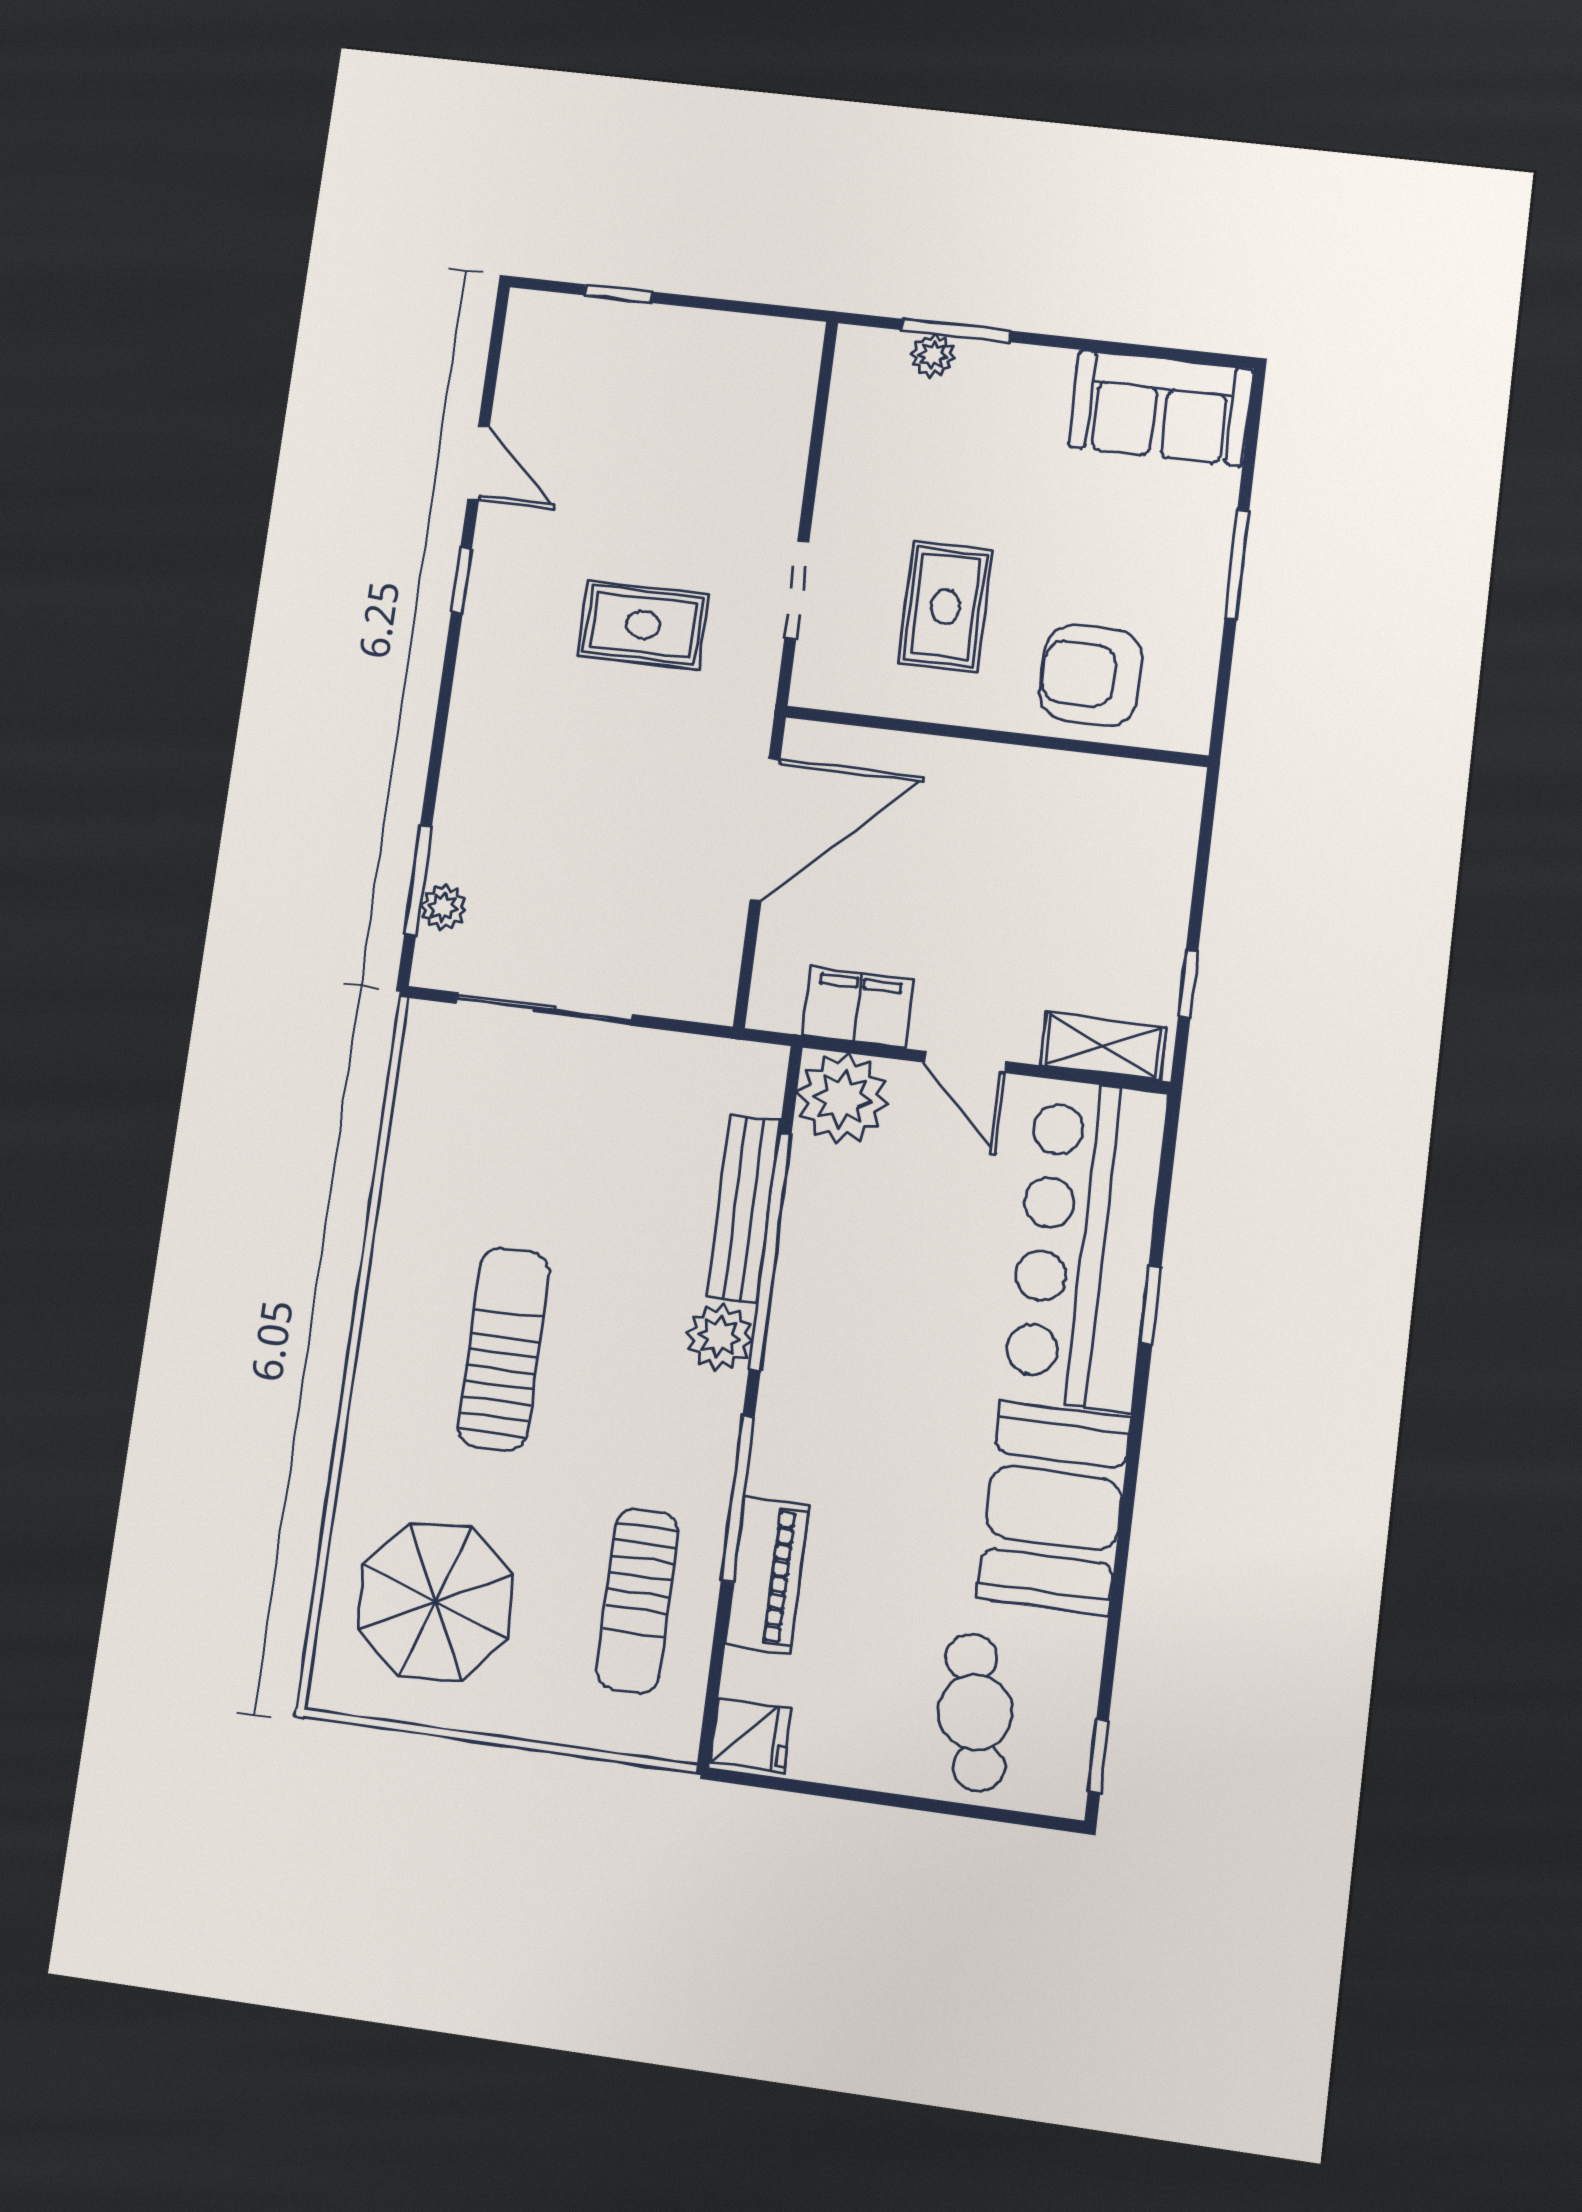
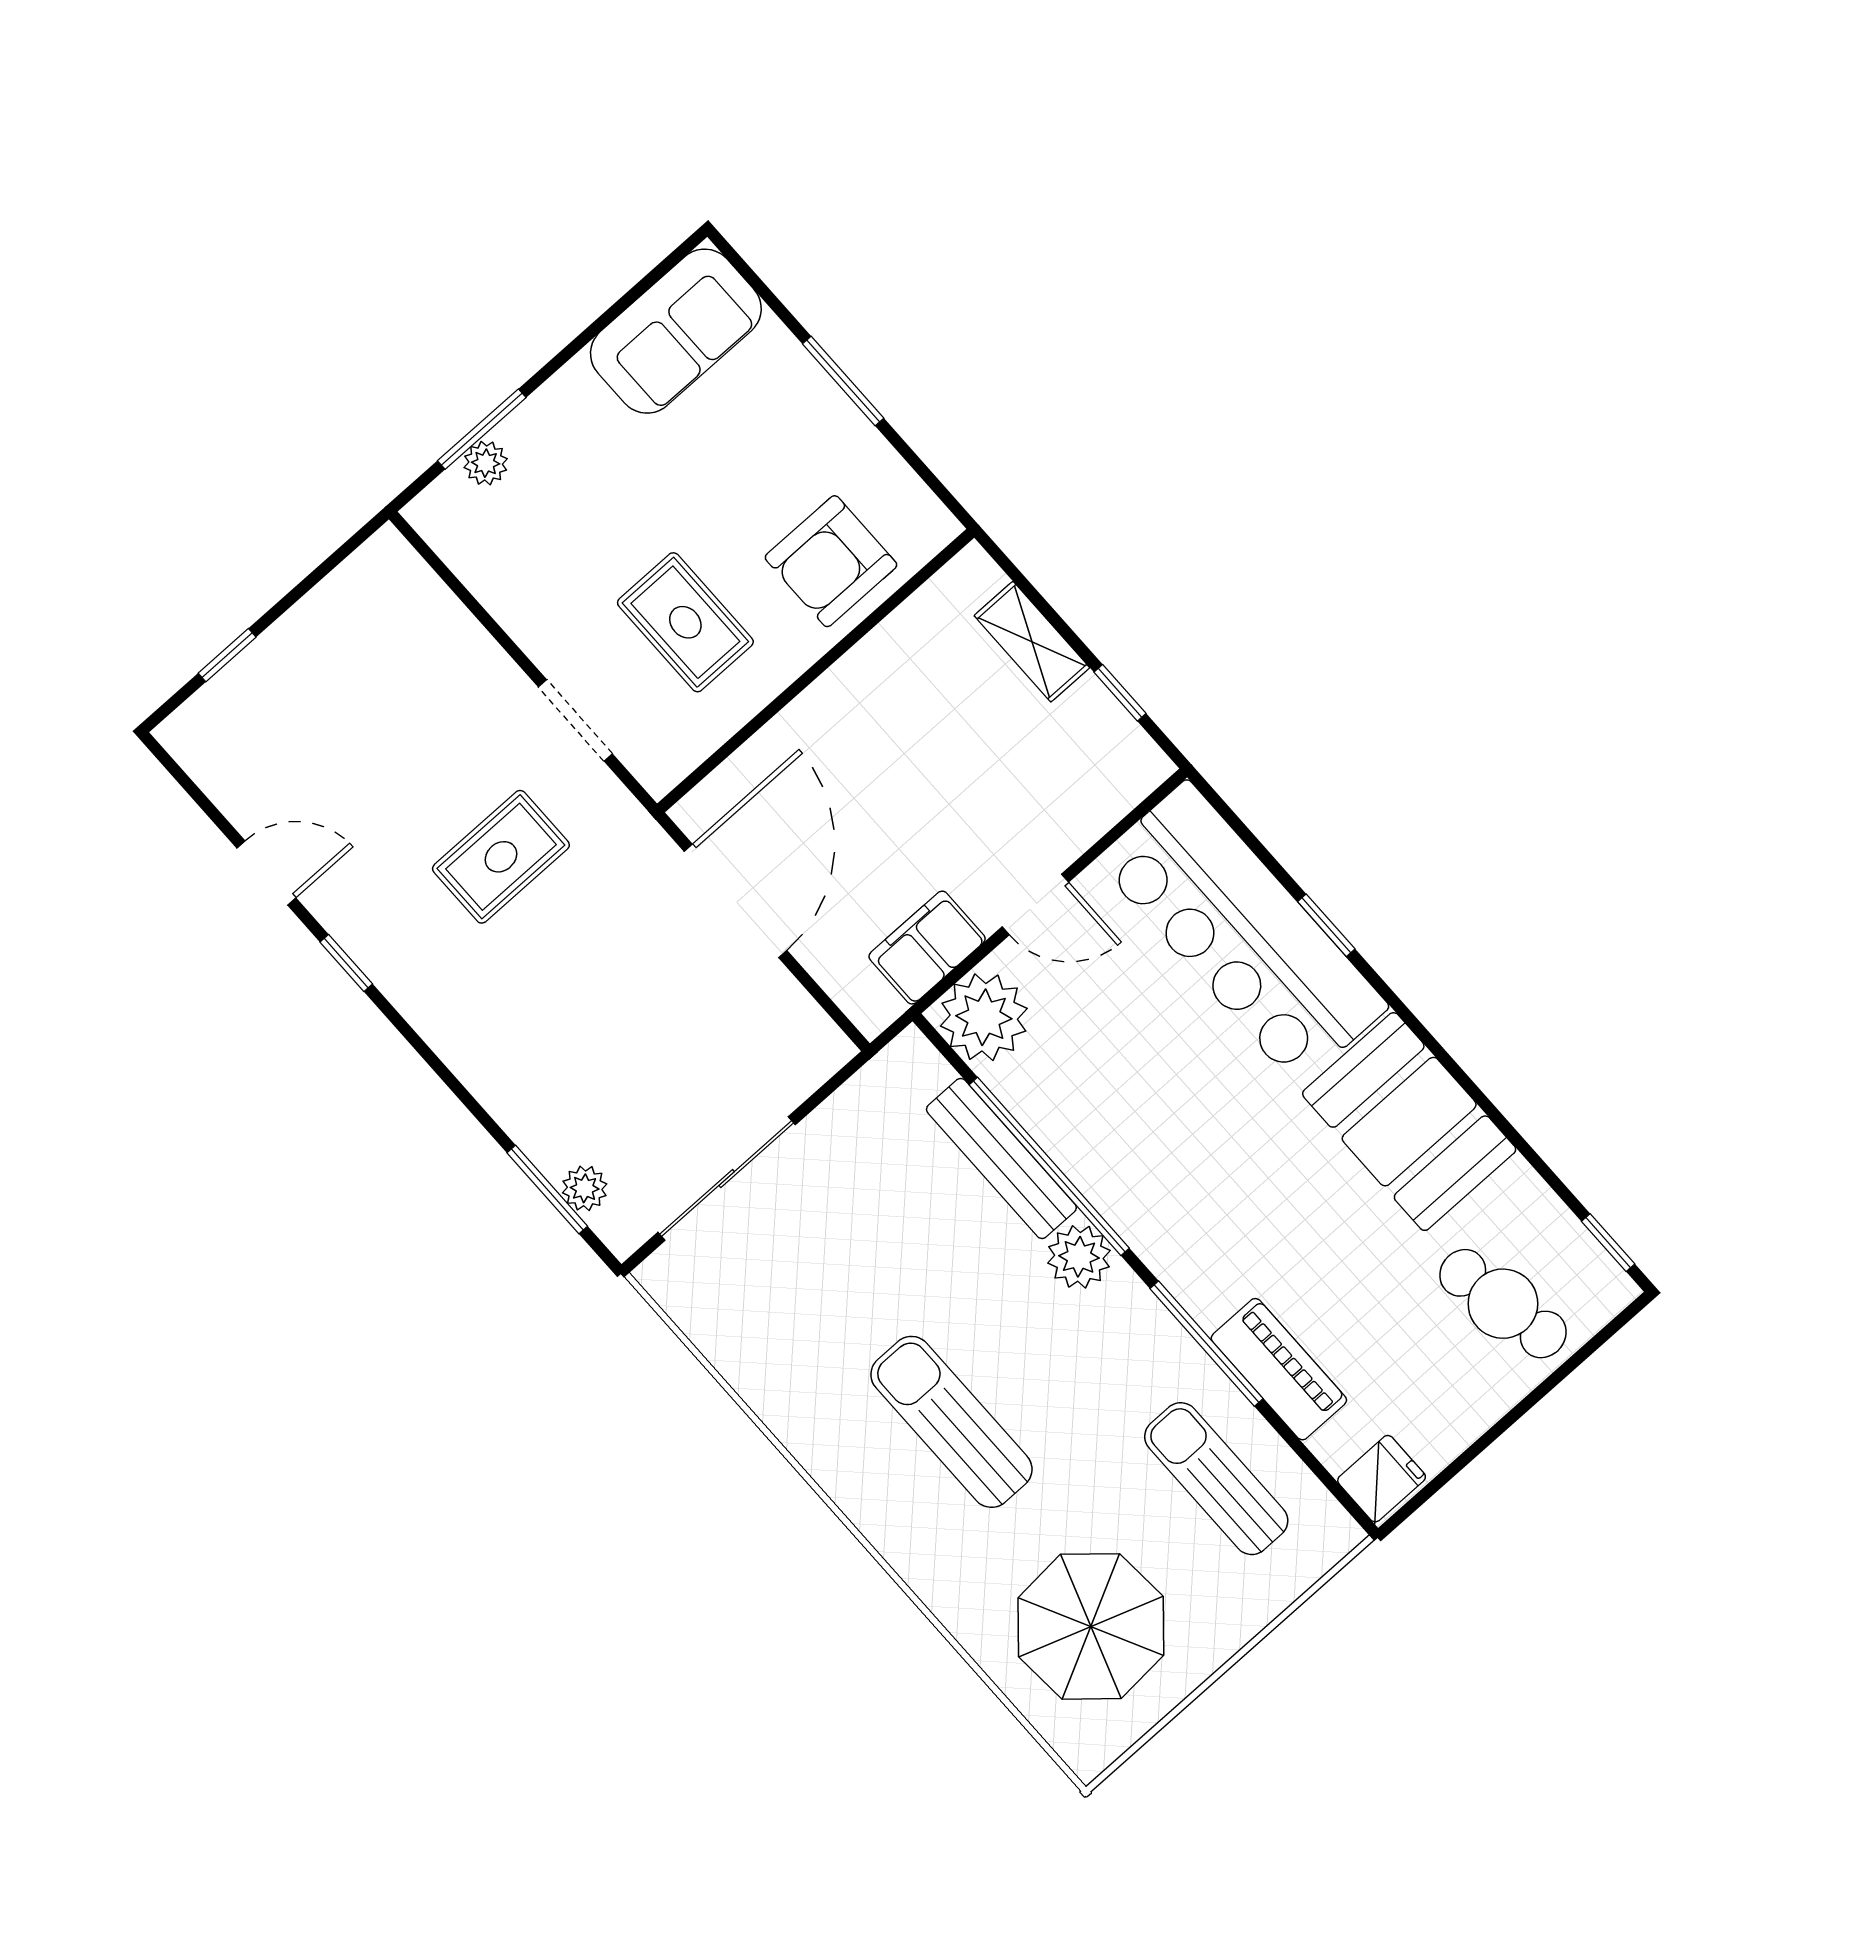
shelving: (1103, 1046) -> (1032, 642), moved, turned 90
sun lounger: (637, 1600) -> (1216, 1479), turned 180

